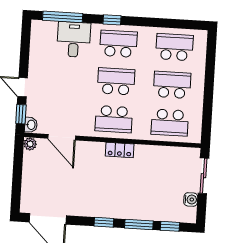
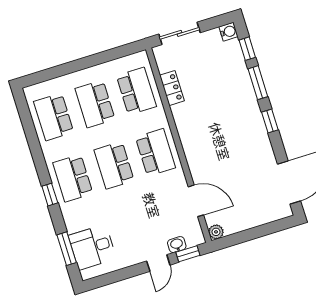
window: (63, 17) -> (67, 249), width x0.69
desk: (74, 39) -> (92, 247), moved
washbasin: (31, 125) -> (177, 245), moved
door: (62, 137) -> (196, 201), hinge flipped
locker: (120, 150) -> (172, 88), moved
water cooler: (191, 199) -> (228, 32), moved, turned 90

